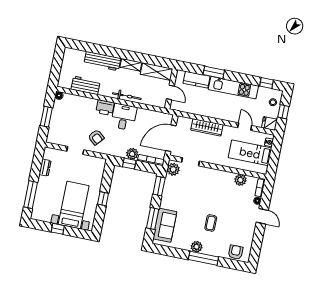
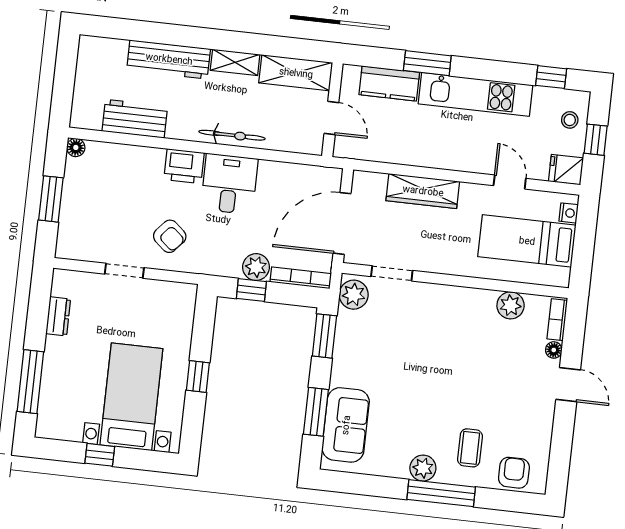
coffee table: (211, 223) -> (470, 448), moved

